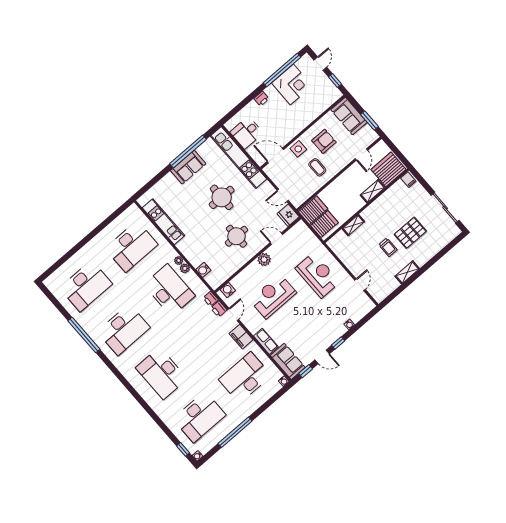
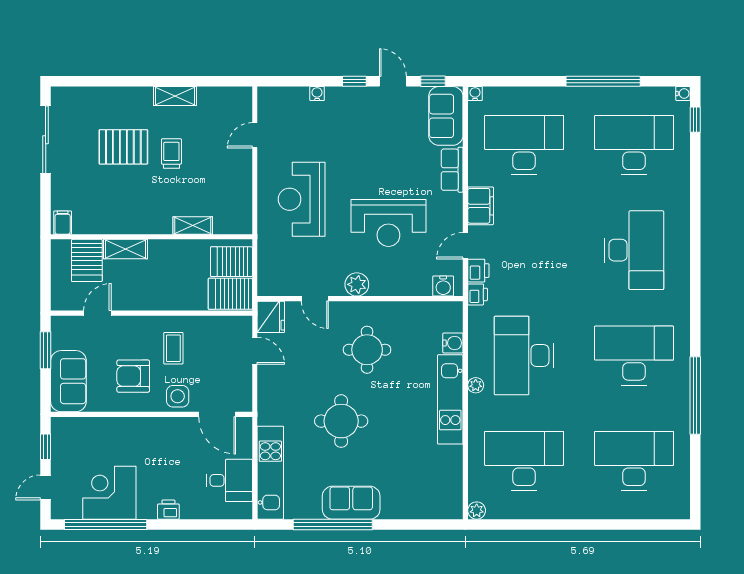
kitchen unit: (239, 158) -> (270, 473), width x0.73
server rack: (388, 169) -> (87, 260), width x0.62
kitchen unit: (164, 222) -> (450, 399), moved
plant: (185, 268) -> (477, 511), moved
desk: (245, 377) -> (524, 145), turned 180

